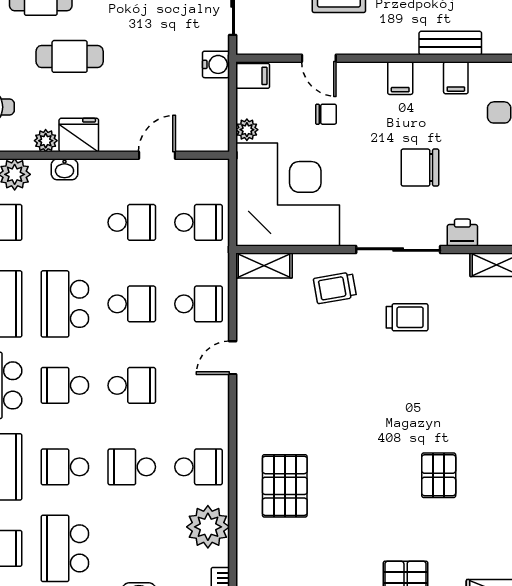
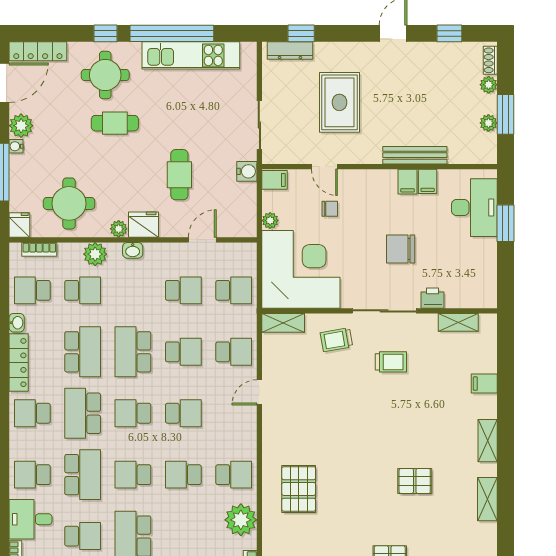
bench: (450, 43) -> (415, 155), width x1.36
cafe table: (70, 56) -> (179, 175), moved, turned 90
filing cabinet: (400, 78) -> (408, 182), moved
pallet: (439, 475) -> (415, 481), turned 90

